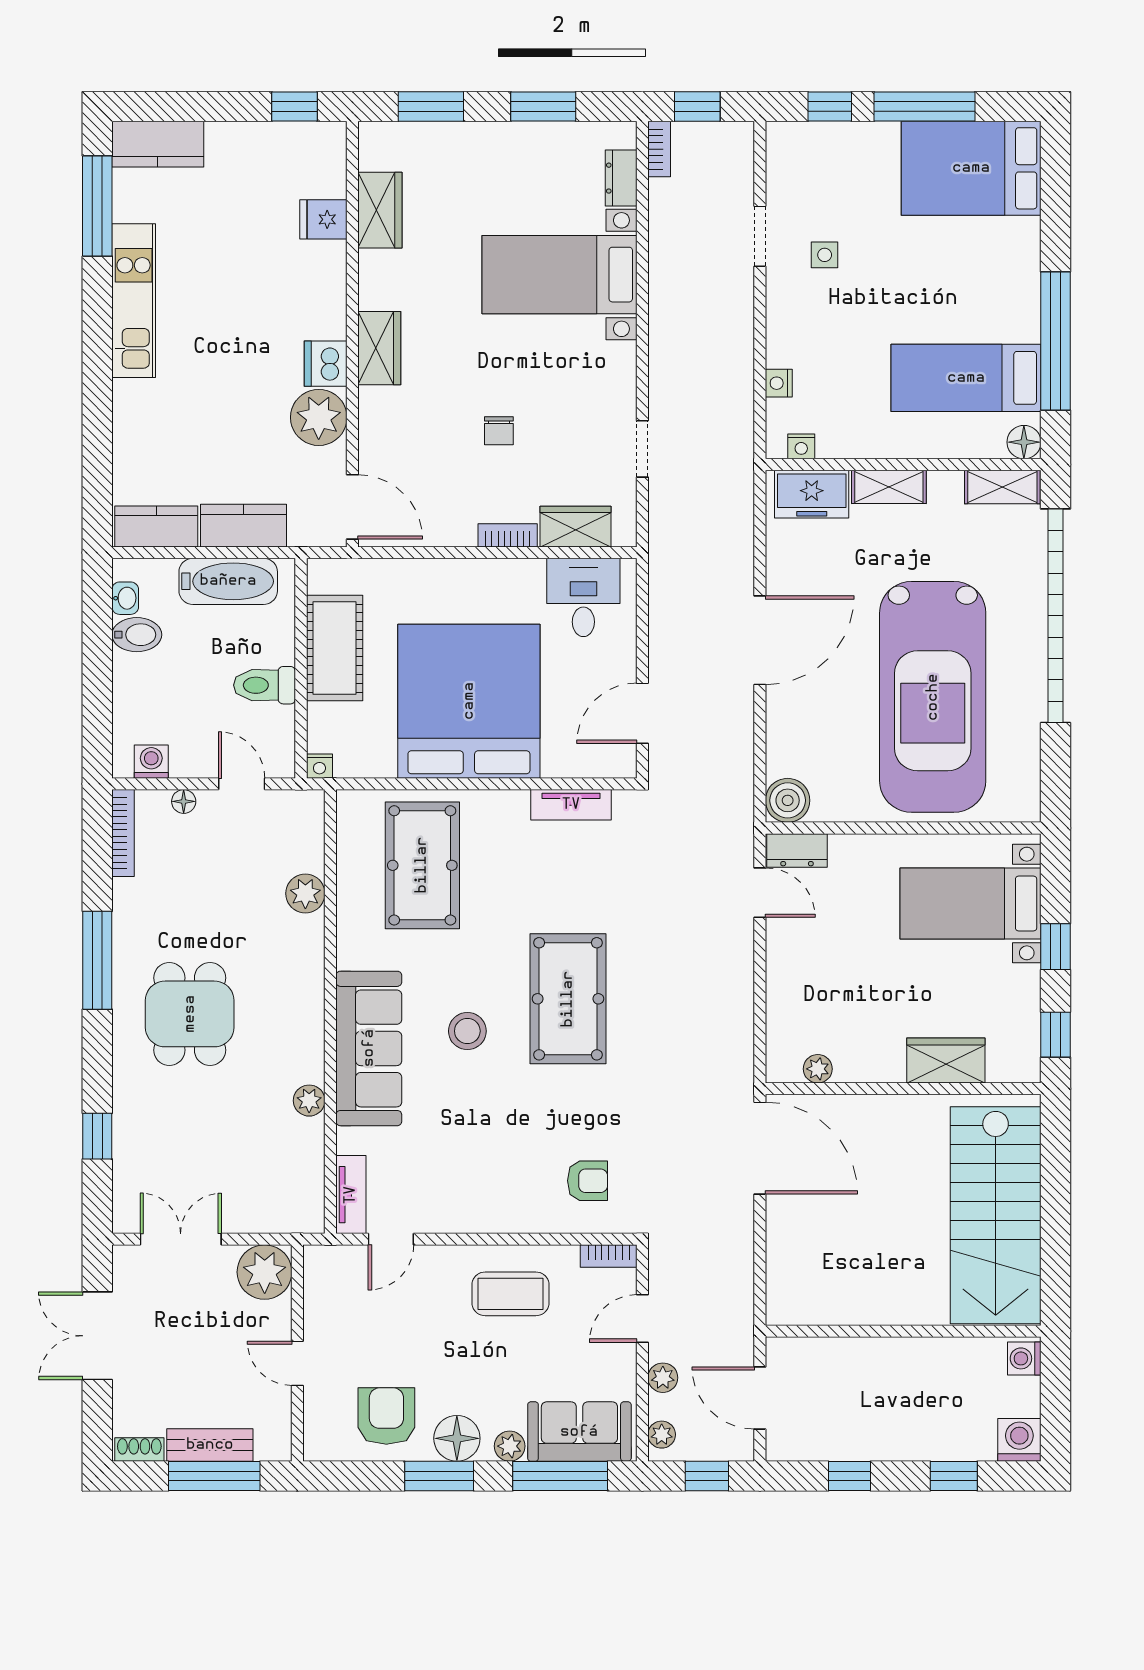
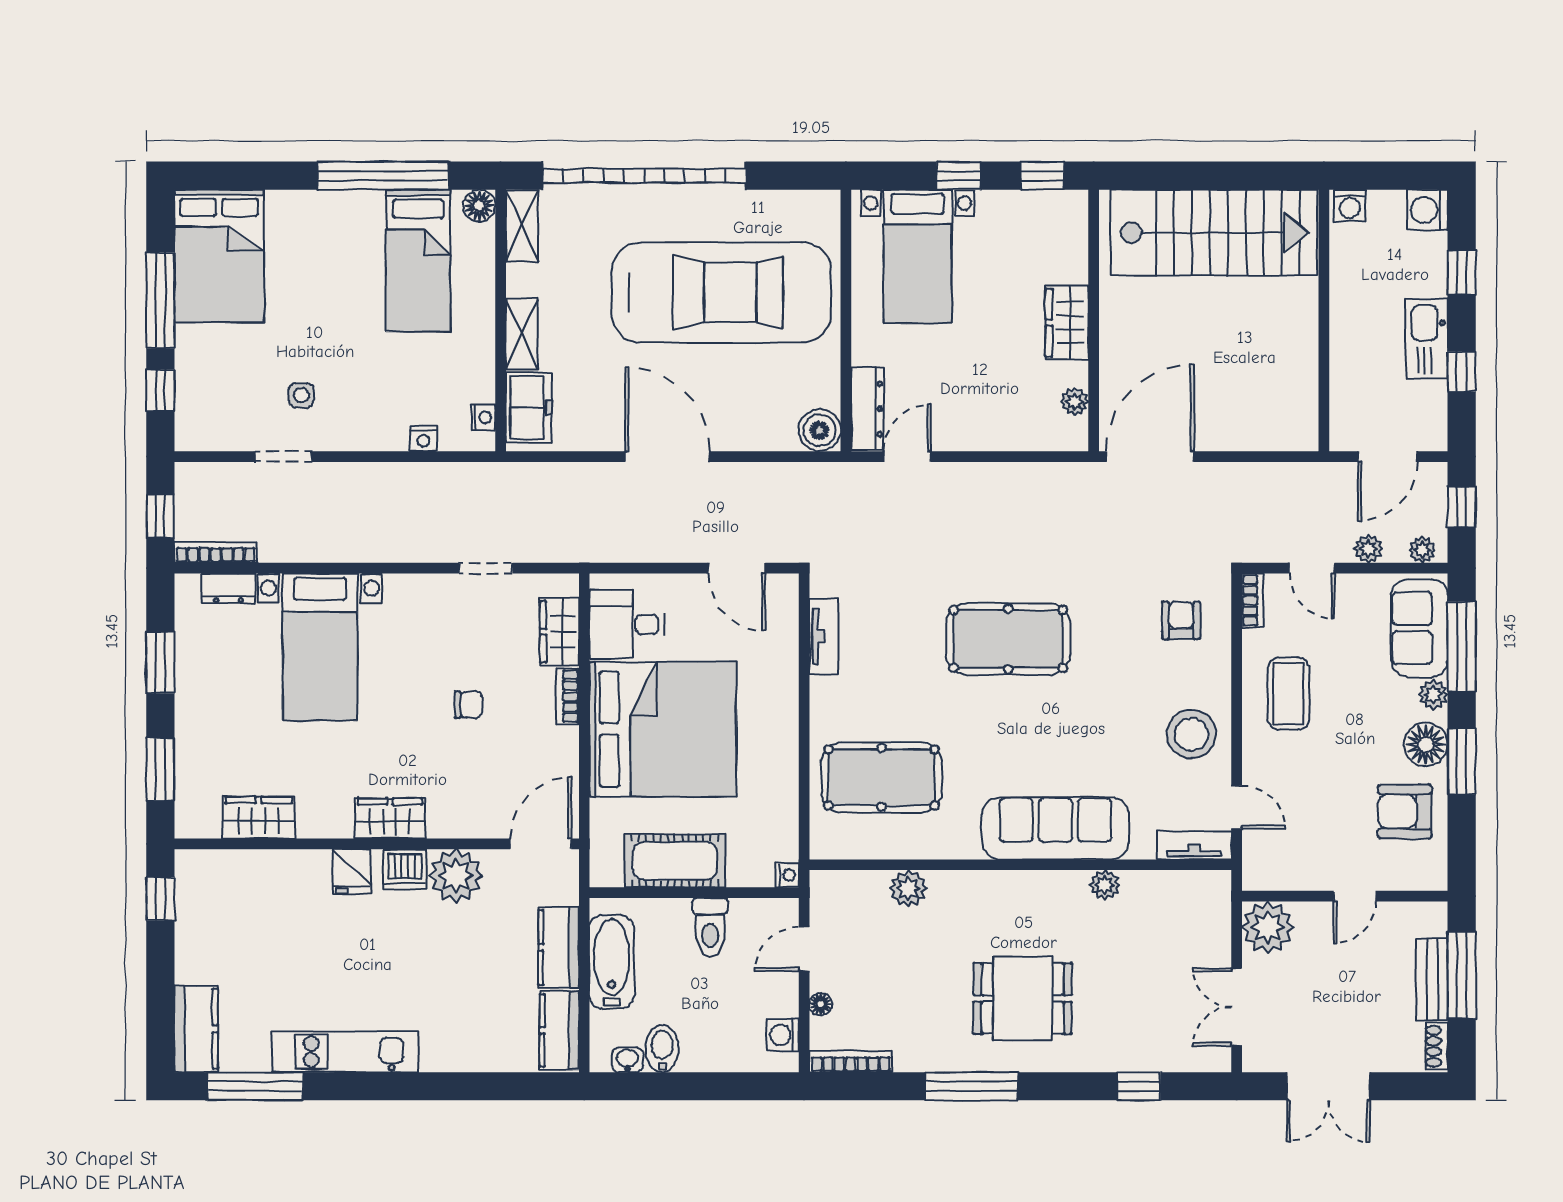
bookcase: (659, 149) -> (216, 552), width x1.56
fridge: (323, 219) -> (352, 871), moved
bed: (469, 701) -> (663, 729), moved, turned 180
dresser: (797, 850) -> (867, 409), width x1.44
stool: (467, 1031) -> (1191, 734), moved, width x1.38, depth x1.38
wardrobe: (946, 1061) -> (1067, 323), moved
kitchen sink: (884, 1439) -> (1427, 339), added

